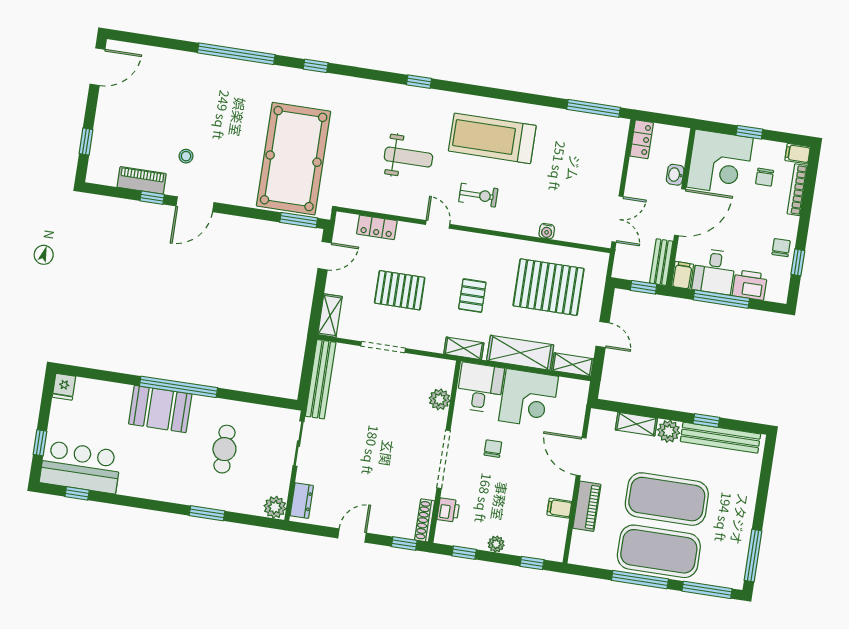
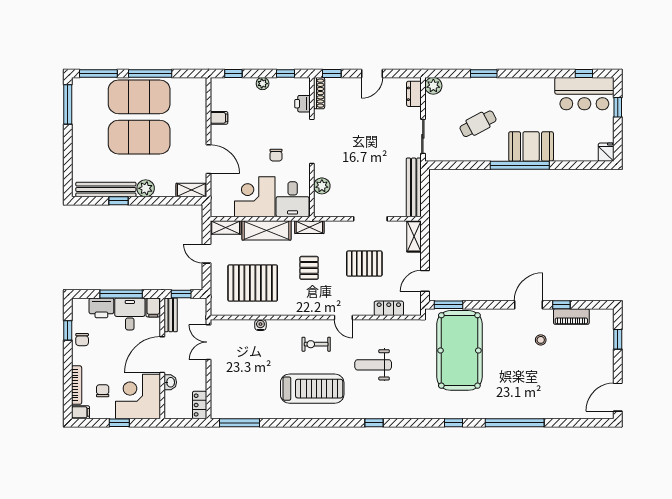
shelving: (636, 424) -> (191, 190), moved
cafe table: (224, 449) -> (478, 124), turned 62
piano: (587, 506) -> (199, 122), removed

